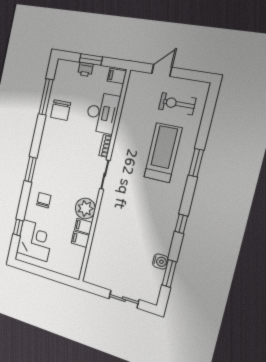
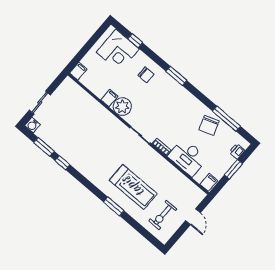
printer: (85, 69) -> (237, 151), moved
exercise bike: (177, 104) -> (163, 215), turned 180
chair: (60, 110) -> (209, 125), turned -109
window: (181, 224) -> (62, 163), moved
filing cabinet: (80, 239) -> (78, 71), moved
water cooler: (160, 261) -> (33, 125), moved

